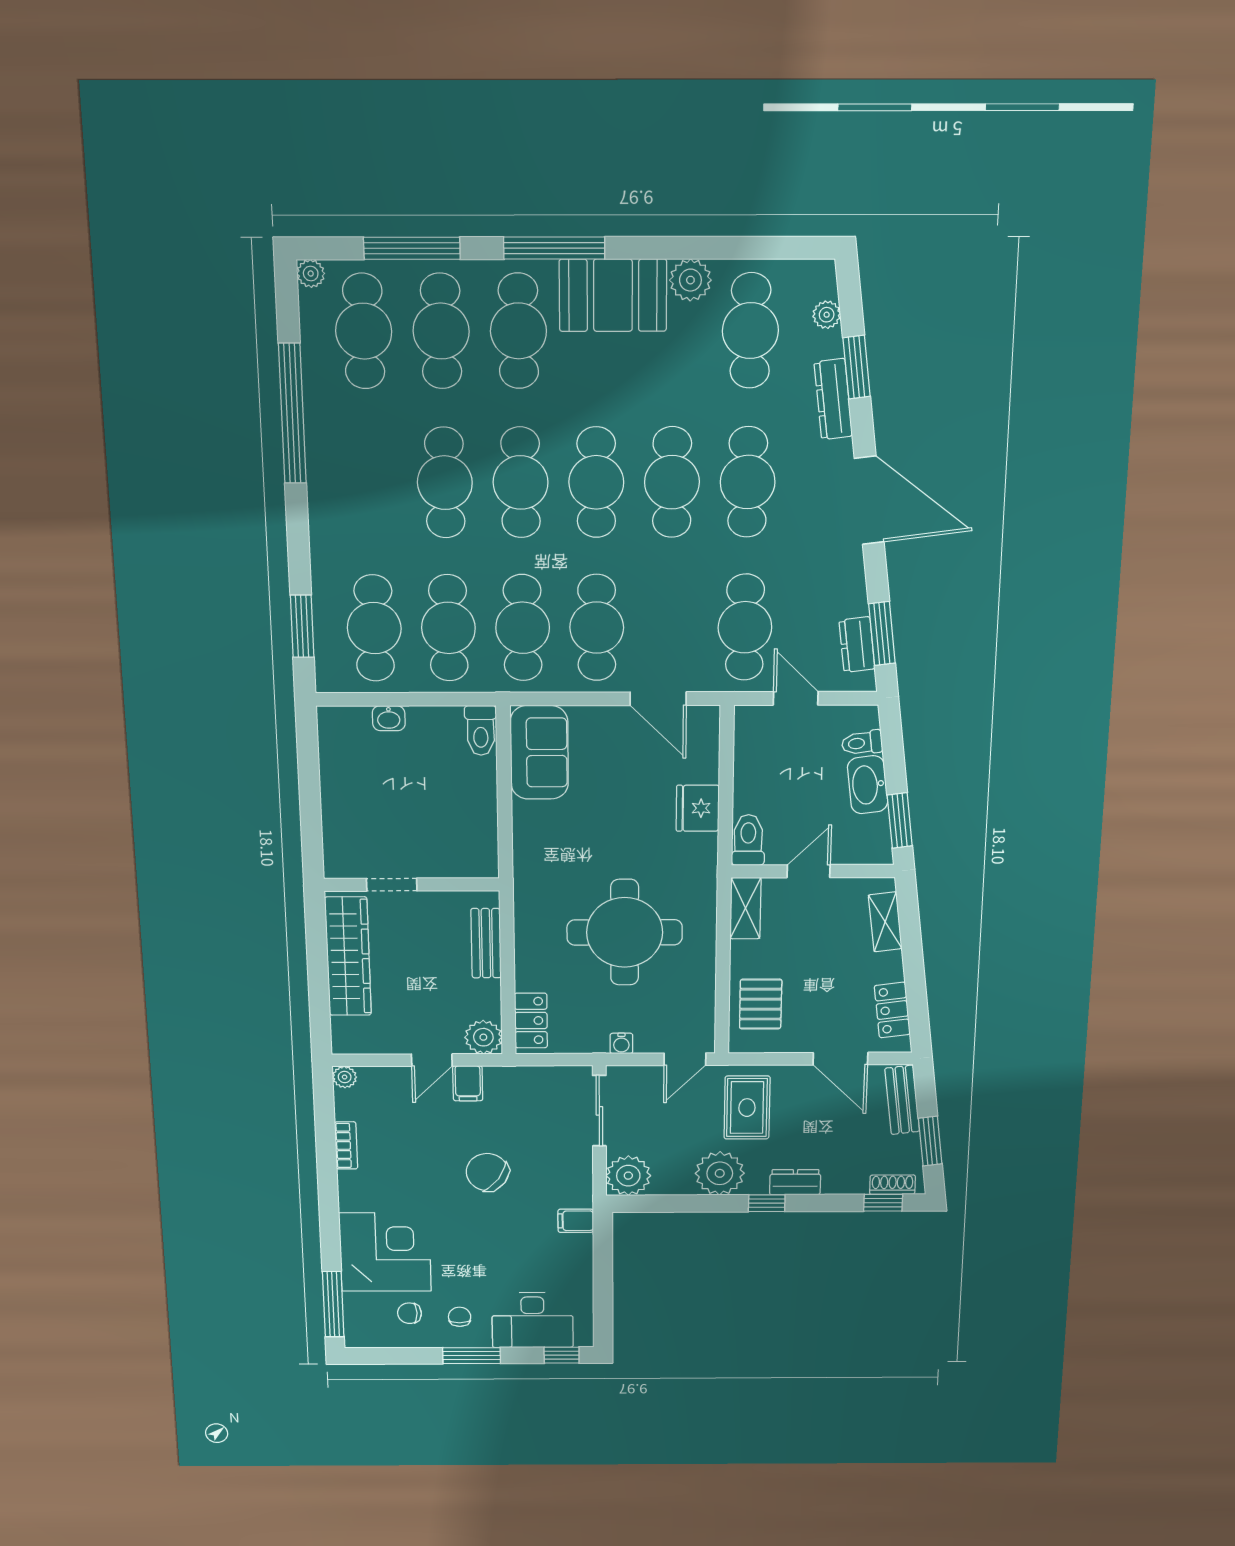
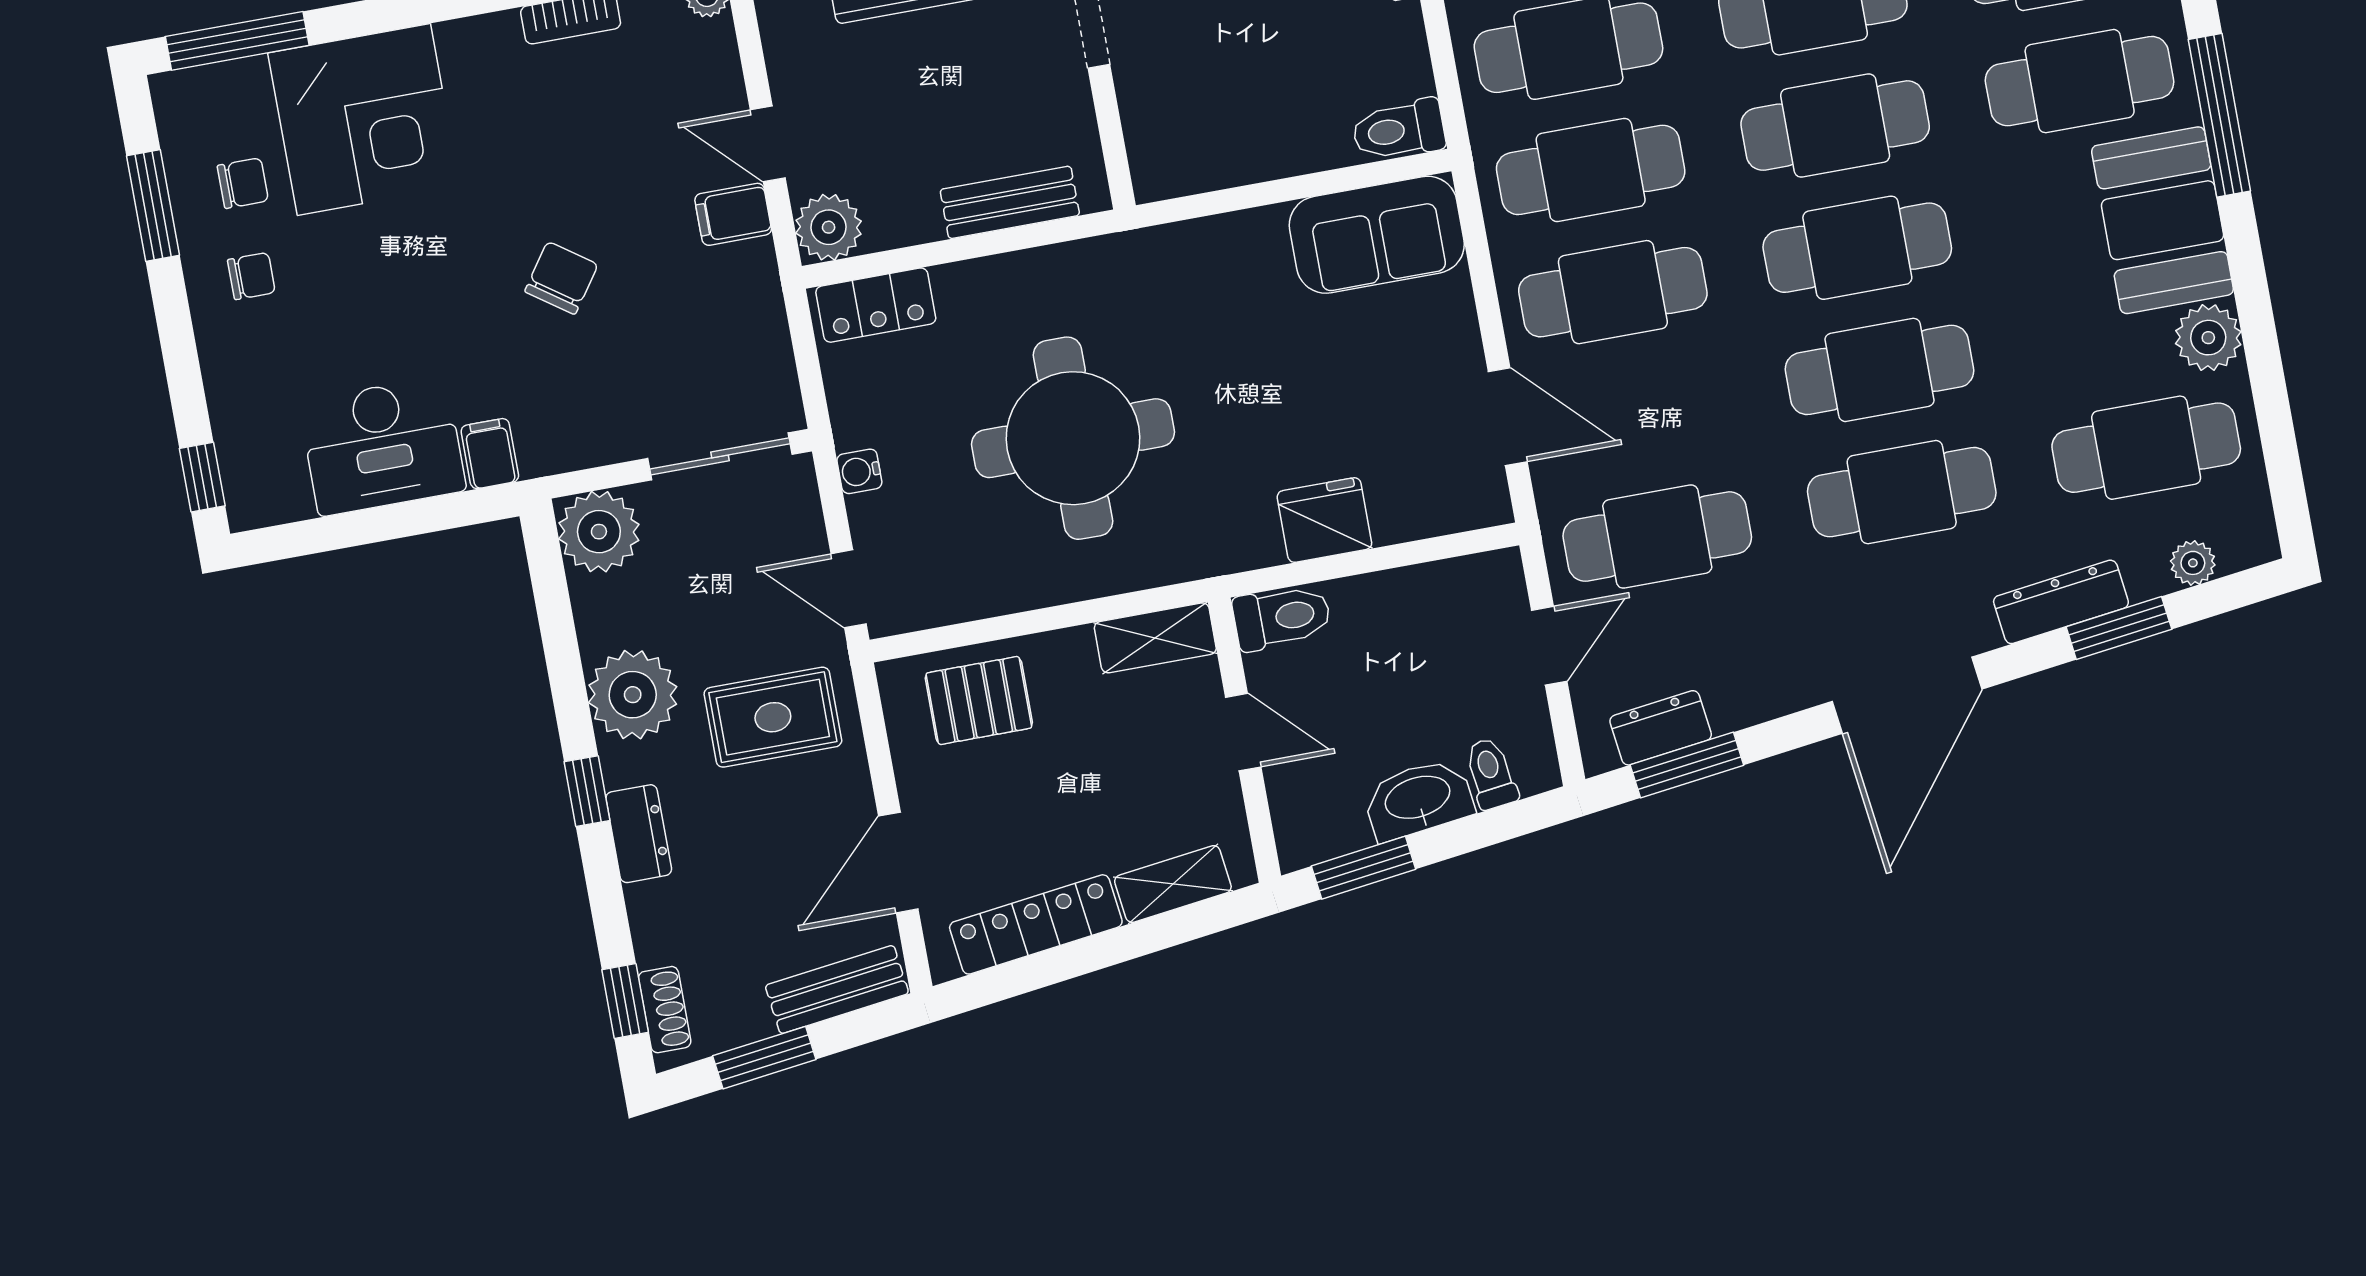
door: (658, 699) -> (1508, 417), swing flipped
locker: (892, 1010) -> (1036, 924), width x1.53
chair: (487, 1172) -> (561, 278), width x0.73, depth x0.73
chair: (409, 1313) -> (243, 183), turned 90
desk: (533, 1320) -> (382, 446), moved, turned -90
window: (472, 1356) -> (153, 206), moved

